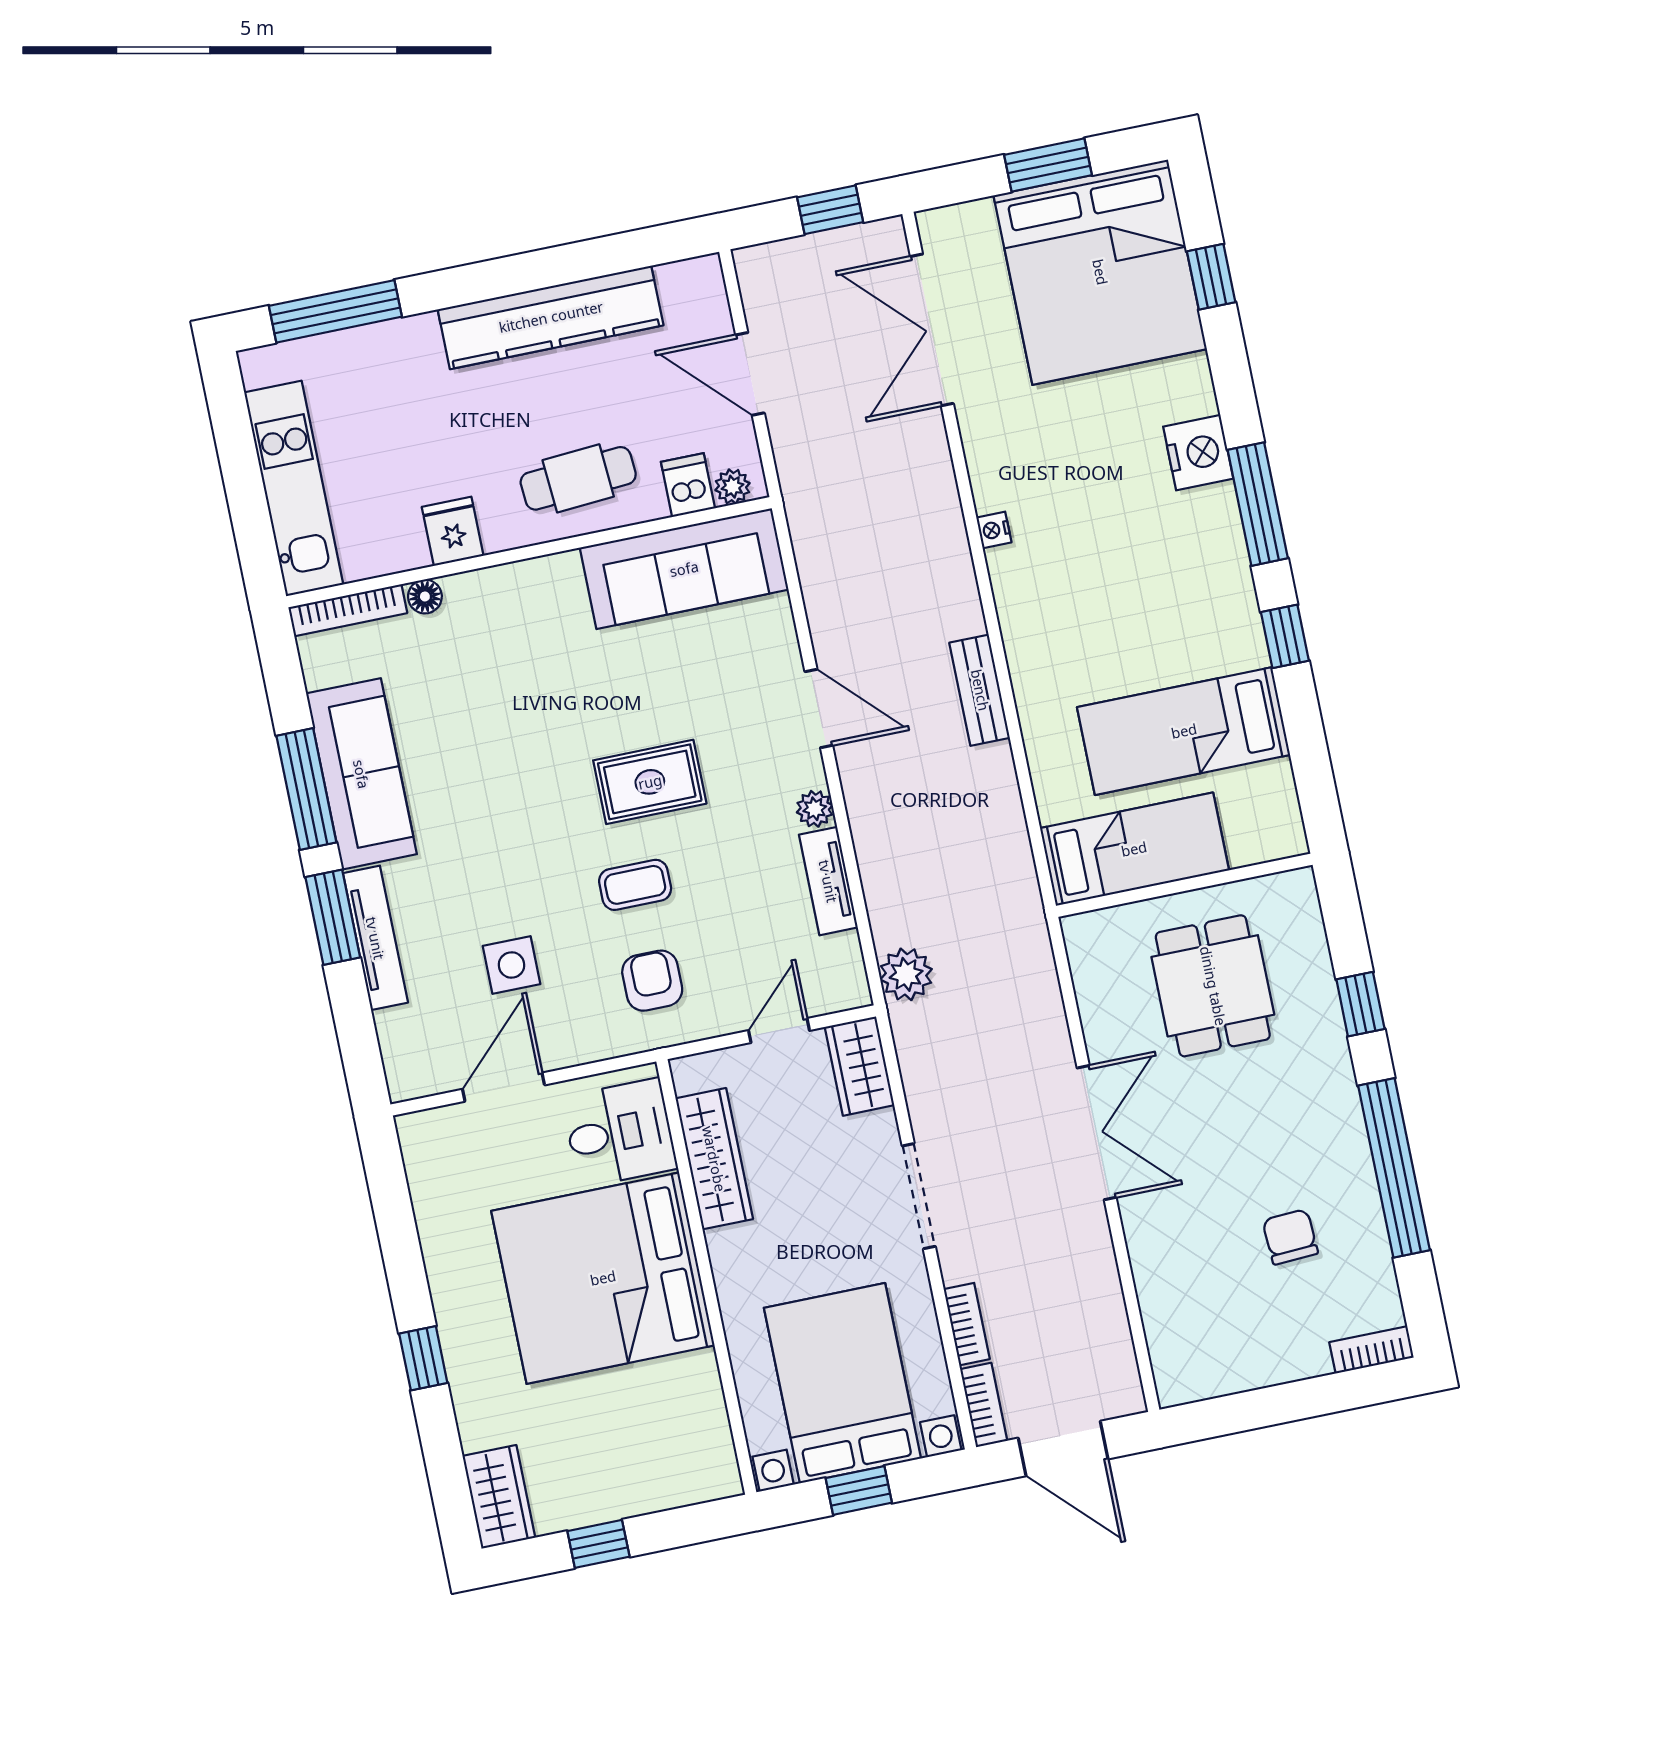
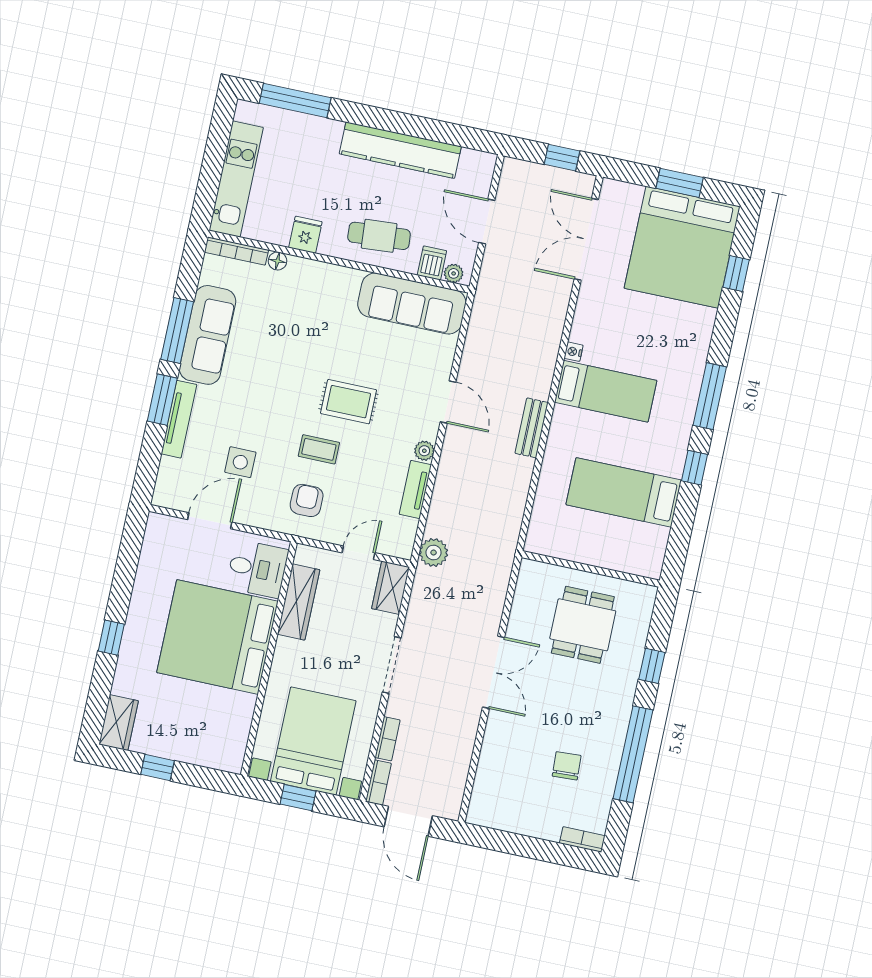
nightstand: (1198, 453) -> (691, 358), removed
bed: (1134, 849) -> (606, 391), moved

